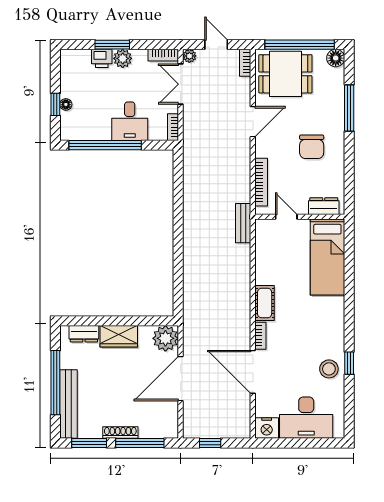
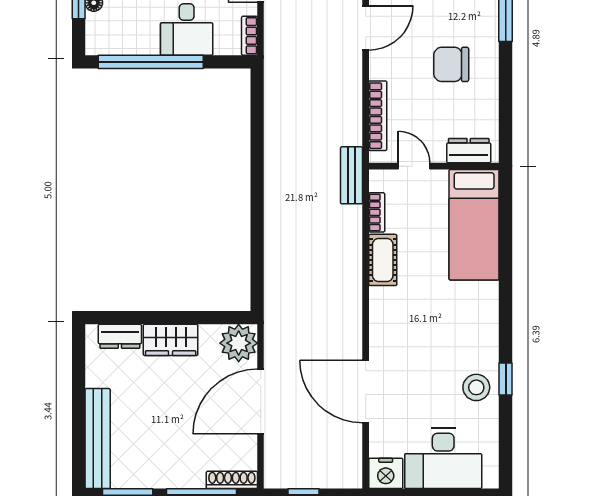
chair: (312, 147) -> (451, 64), turned 90
cot: (265, 303) -> (383, 260), moved
bookcase: (260, 336) -> (377, 212), moved
window: (55, 383) -> (79, 407), removed
shoe rack: (120, 433) -> (232, 480), moved

